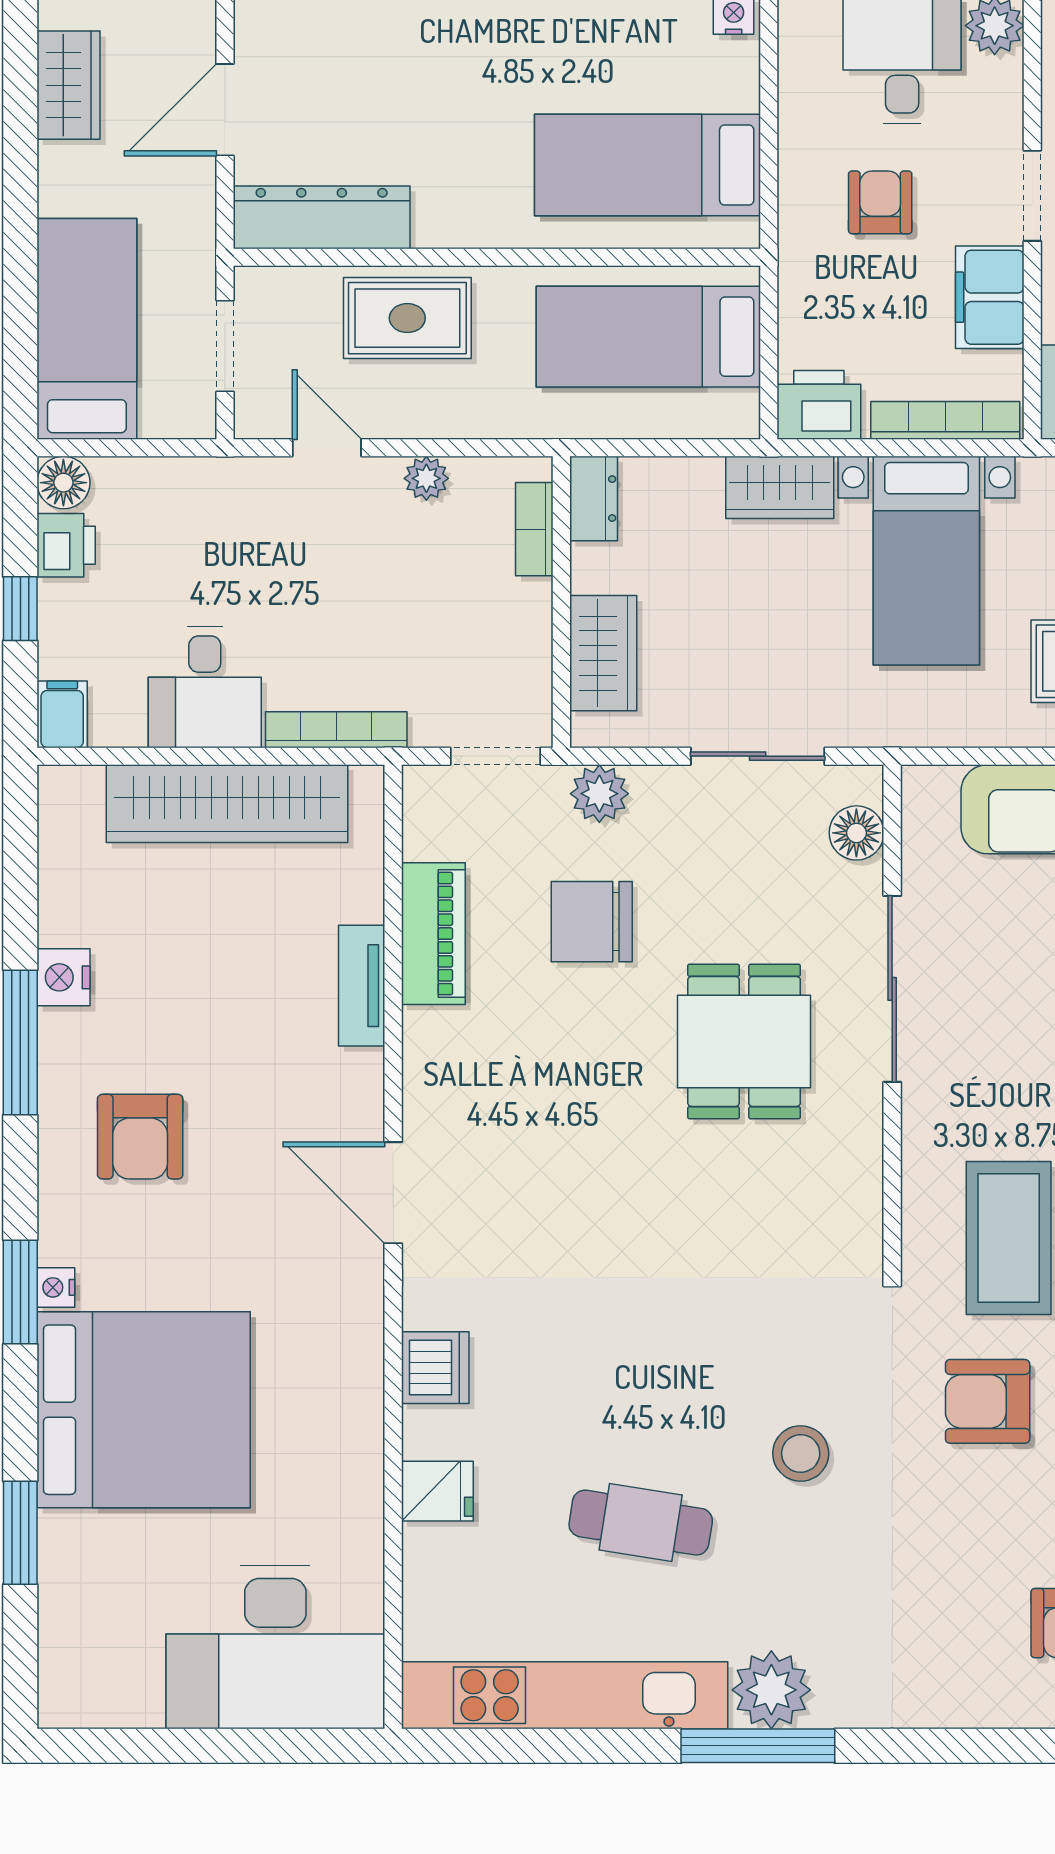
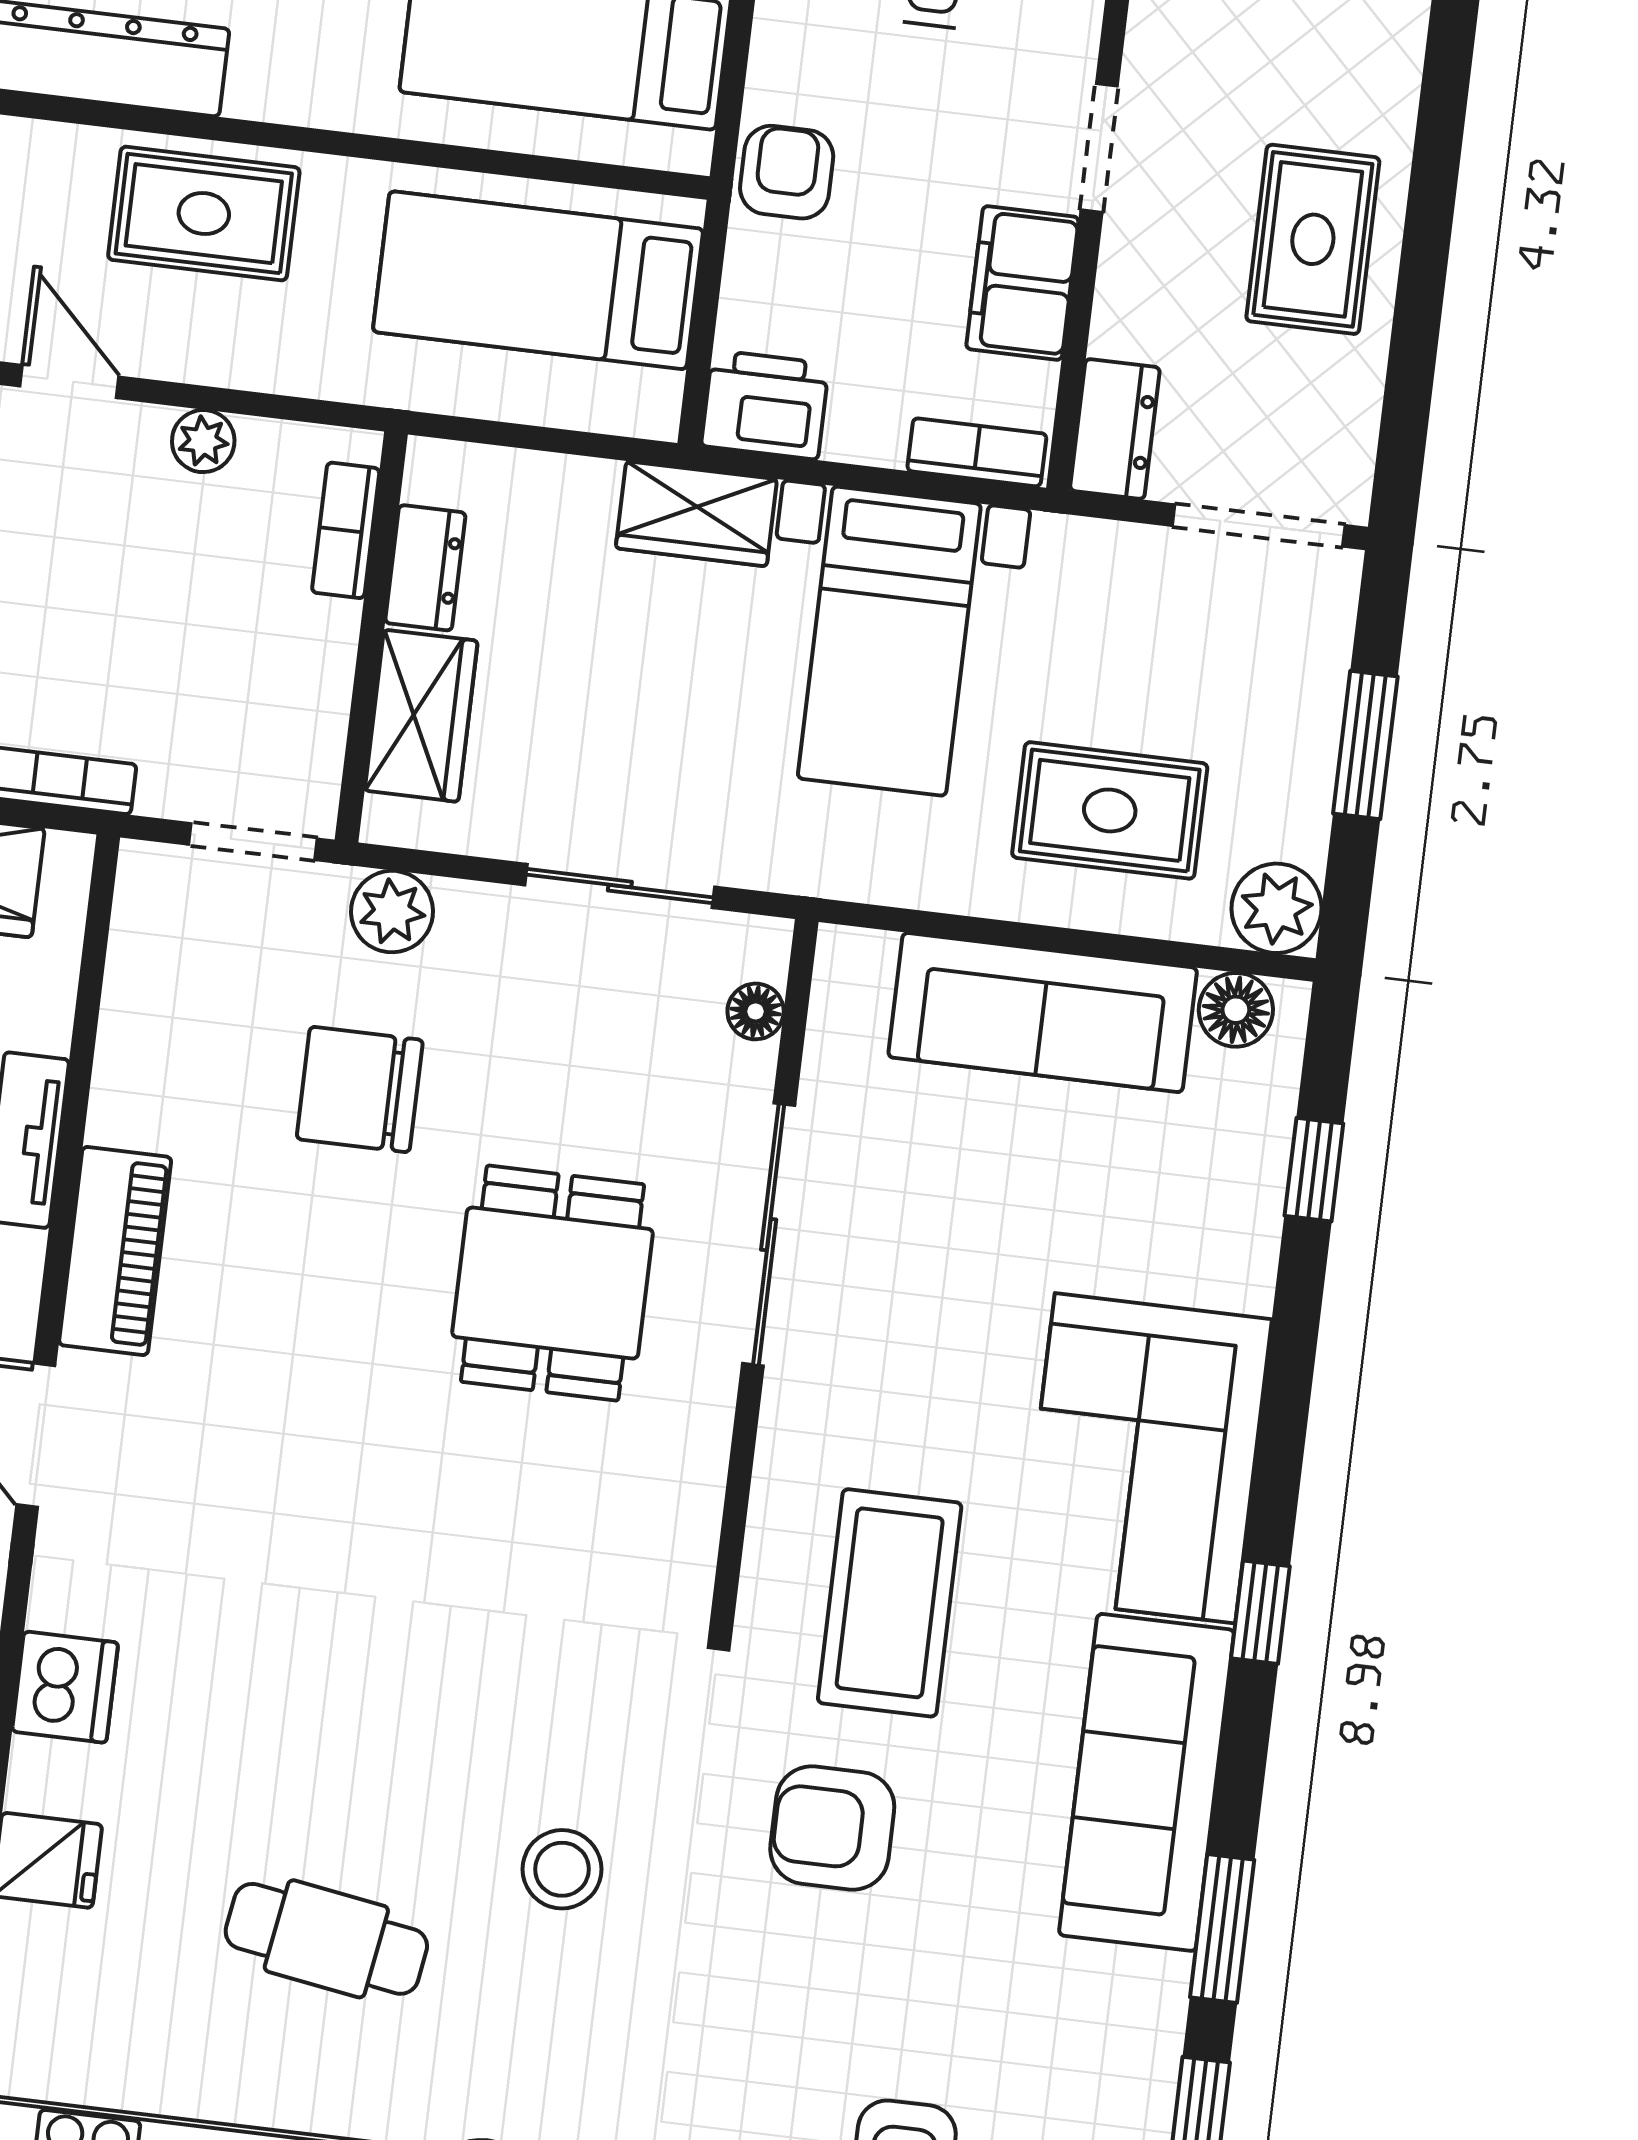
armchair: (880, 202) -> (787, 172), moved
bookcase: (945, 420) -> (977, 452), width x0.64
dresser: (594, 499) -> (425, 568), moved
floor lamp: (856, 833) -> (756, 1011), width x0.73, depth x0.73
piano: (433, 934) -> (115, 1251), moved

